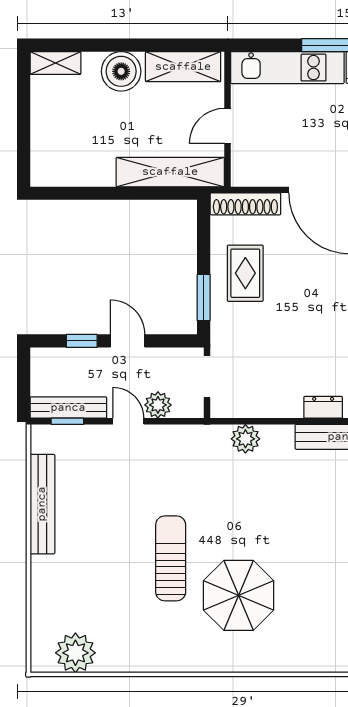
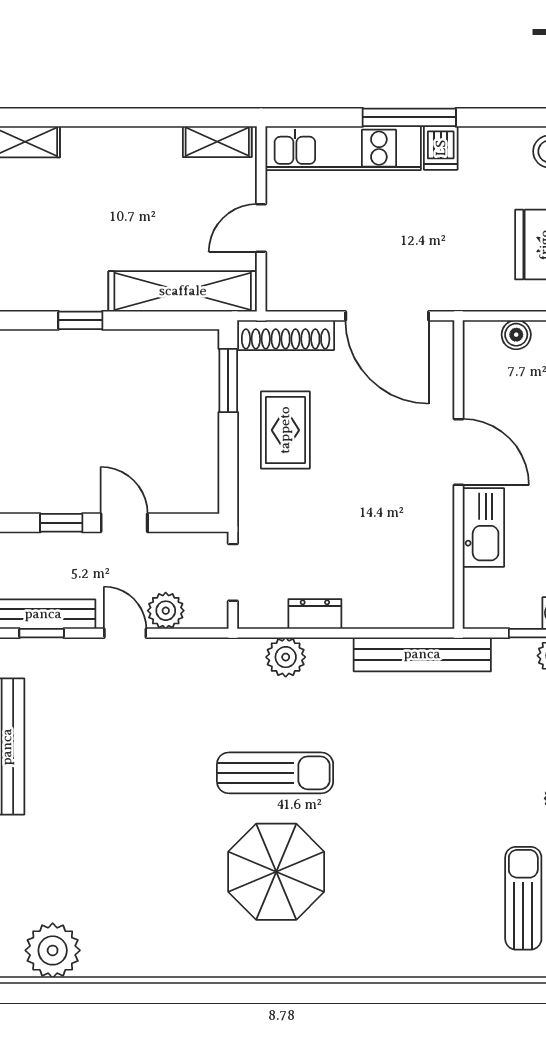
shelving: (183, 67) -> (217, 142), width x0.67, depth x0.75
boiler: (121, 71) -> (115, 153), removed
window: (96, 193) -> (80, 320), added
window: (204, 298) -> (228, 381), moved
dresser: (323, 407) -> (315, 614), moved
sun lounger: (171, 558) -> (275, 773), moved, turned 90

